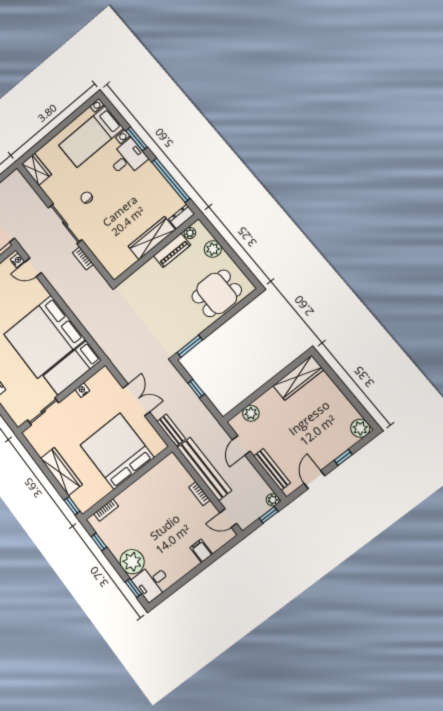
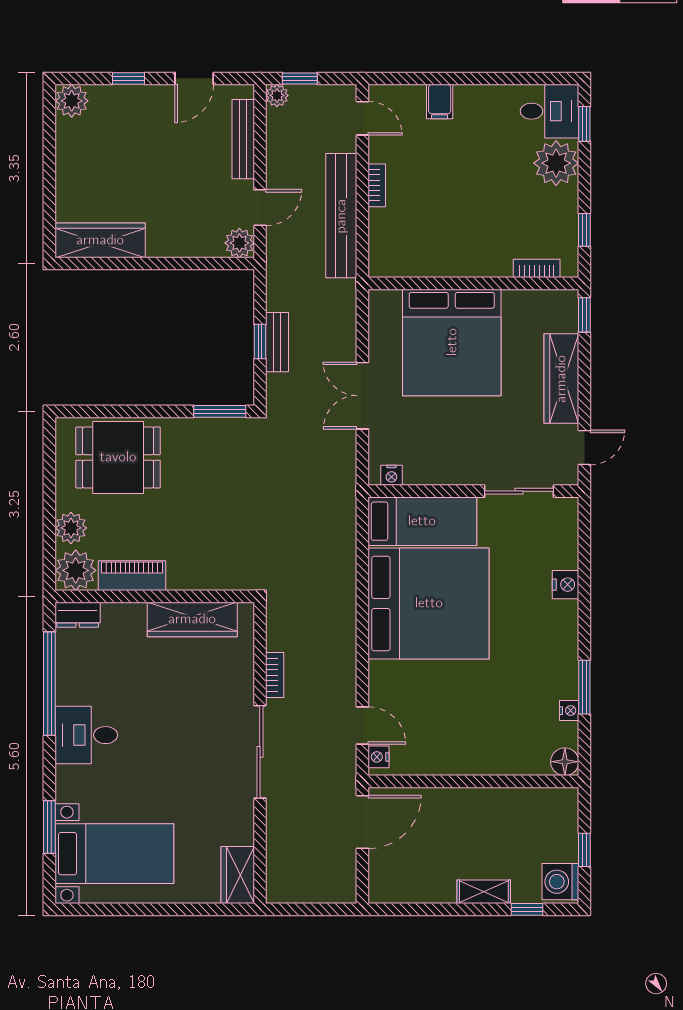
window: (137, 139) -> (49, 827), moved
desk: (128, 158) -> (86, 735), moved
chair: (87, 198) -> (196, 765), removed
plant: (190, 233) -> (76, 570), width x1.87, depth x1.87
wardrobe: (152, 238) -> (192, 619), moved
nightstand: (82, 390) -> (391, 475), moved
plant: (251, 413) -> (239, 243), moved
bench: (171, 430) -> (277, 342), moved
door: (31, 450) -> (584, 447), added

